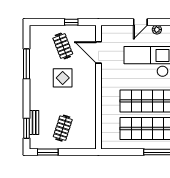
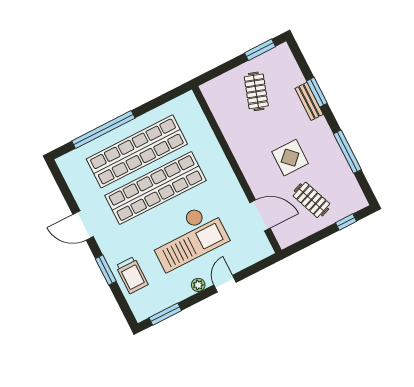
window: (71, 22) -> (346, 222), moved
bench: (34, 122) -> (309, 101), moved
window: (26, 128) -> (317, 92), moved

